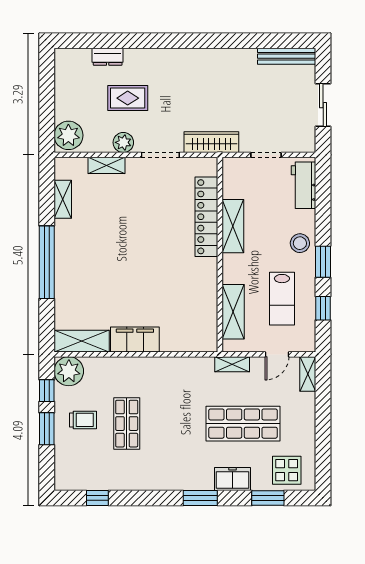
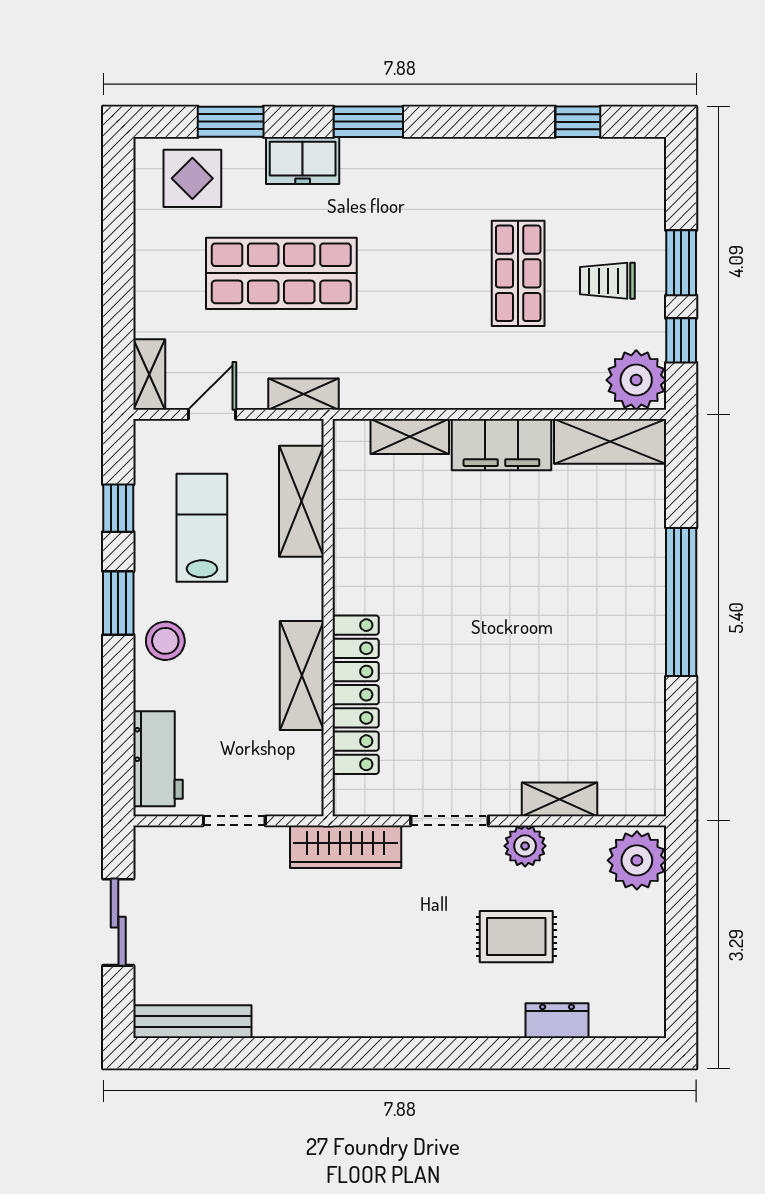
shelving: (63, 199) -> (410, 437), moved, turned 90

